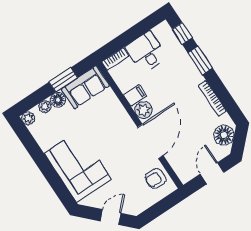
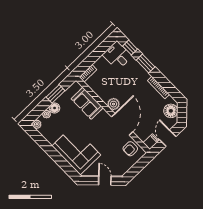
desk: (146, 52) -> (117, 56), moved
sofa: (85, 87) -> (87, 103), moved, turned 90
filing cabinet: (135, 95) -> (151, 142), moved
door: (111, 217) -> (105, 180), hinge flipped

